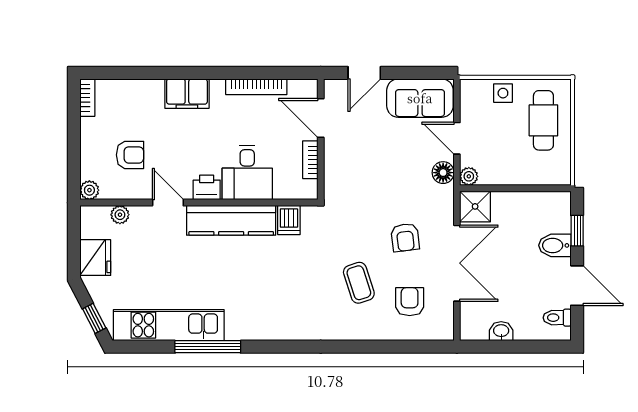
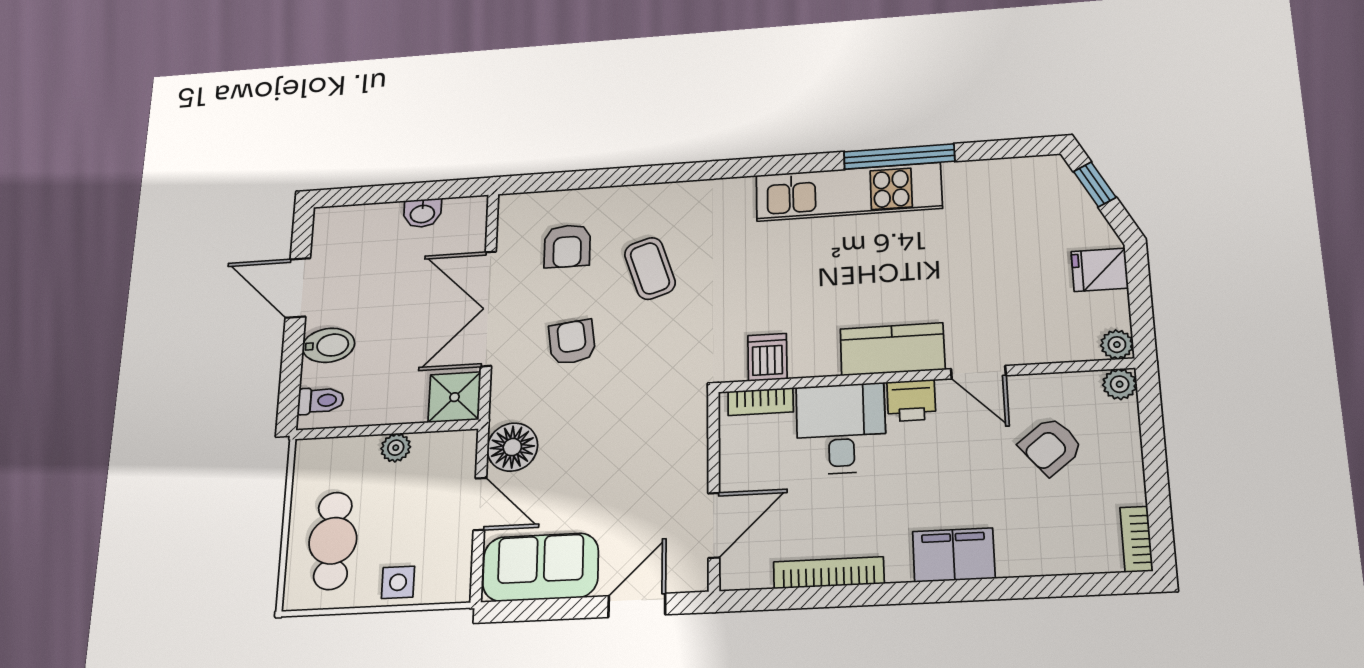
door: (321, 118) -> (714, 525), hinge flipped
armchair: (130, 155) -> (1051, 446), turned -39
bookcase: (310, 160) -> (761, 402), moved, turned 90
floor lamp: (443, 173) -> (512, 447), width x1.38, depth x1.38
plant: (469, 176) -> (396, 448), moved
plant: (120, 215) -> (1117, 345), moved
kitchen counter: (231, 220) -> (892, 349), width x0.67
window: (577, 231) -> (291, 370), removed
fridge: (95, 258) -> (1100, 270), width x0.72
toilet: (557, 318) -> (321, 401), moved
kitchen unit: (169, 325) -> (849, 192), moved

